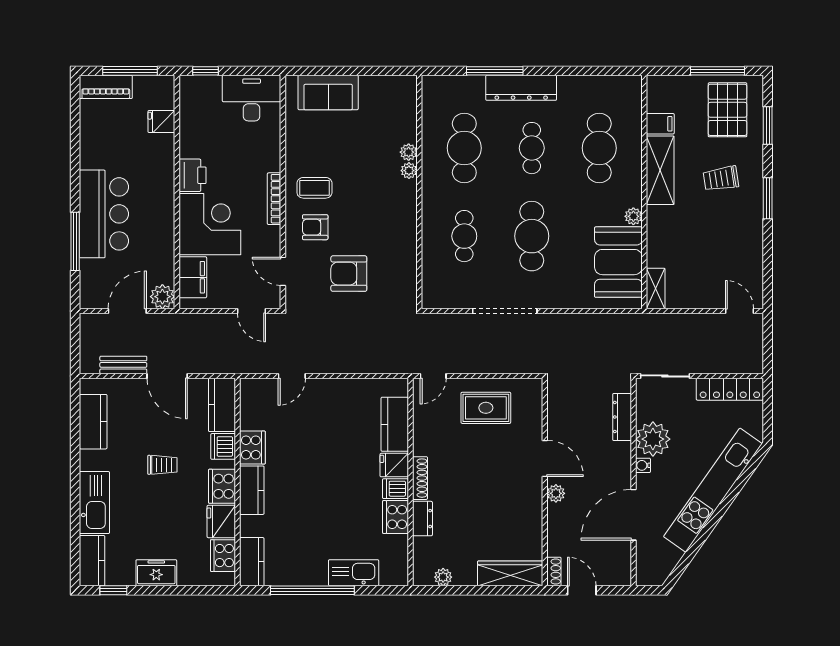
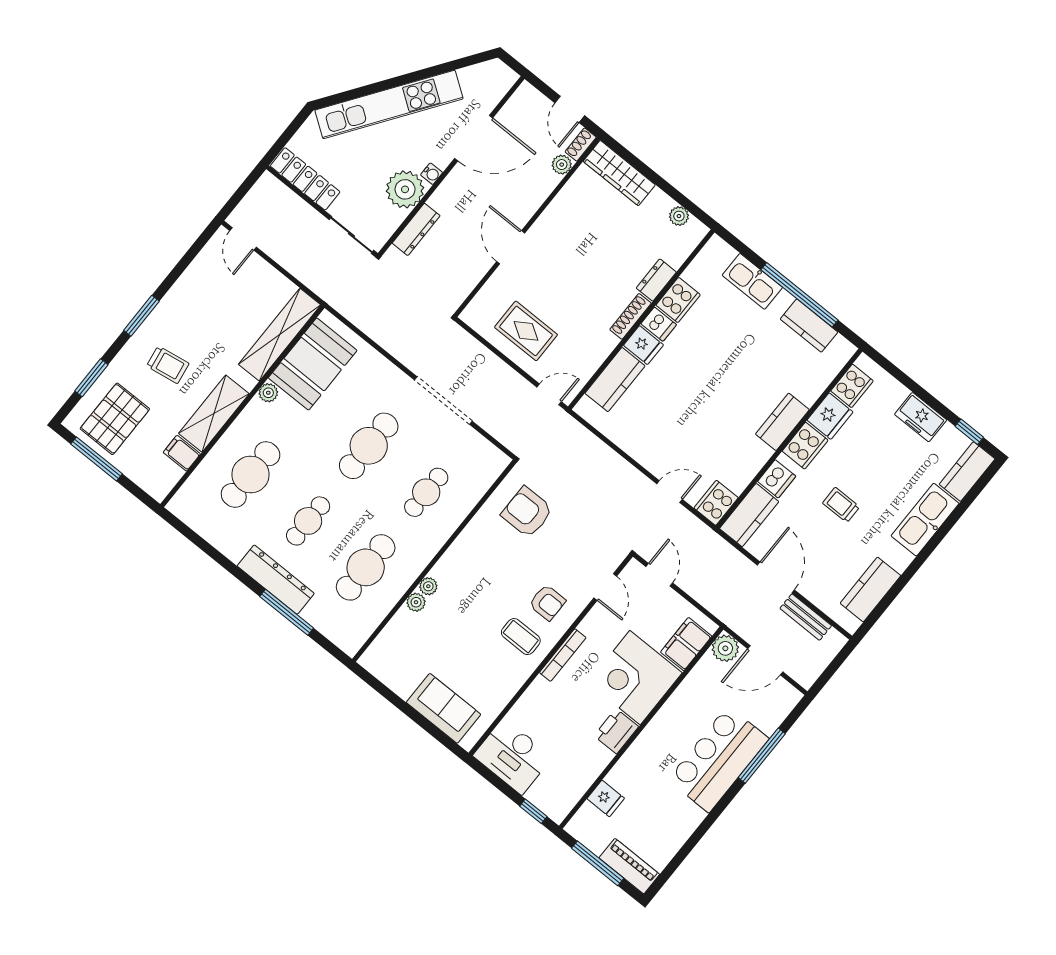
armchair: (349, 274) -> (527, 512), moved, turned 180
shelving: (656, 288) -> (280, 335), width x2.20, depth x1.33
cooker: (252, 448) -> (716, 503), moved
plant: (556, 493) -> (562, 165), moved
kitchen counter: (252, 562) -> (809, 326), moved, turned -90

